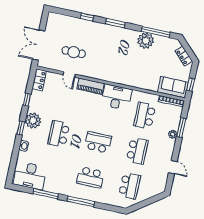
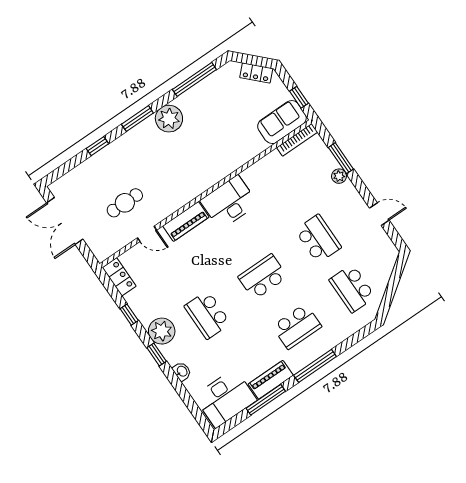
plant: (146, 41) -> (169, 119), moved
double door: (39, 45) -> (65, 221), moved
school desk: (145, 116) -> (284, 189), removed
school desk: (129, 186) -> (352, 288), turned 180
piano: (56, 188) -> (271, 380), added

